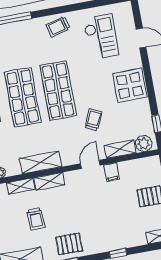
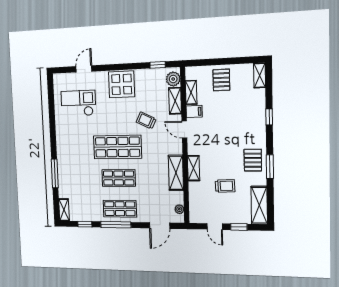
trolley: (58, 27) -> (66, 138), removed
shop shelf: (23, 97) -> (119, 178), width x0.70, depth x0.74
shelving: (21, 186) -> (191, 92), moved

